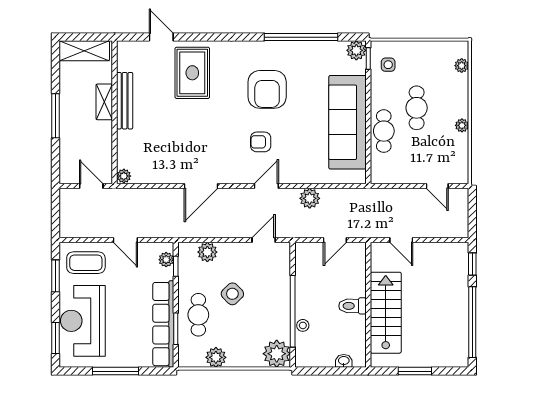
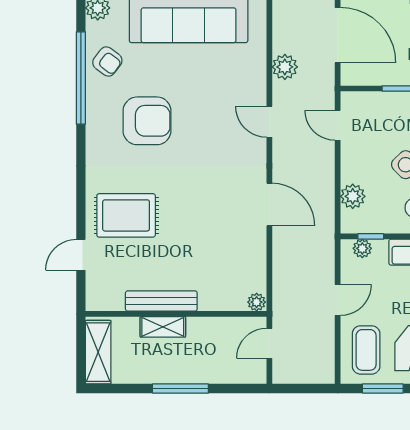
armchair: (261, 142) -> (107, 62), moved, turned -53
door: (335, 240) -> (338, 35), width x1.87

